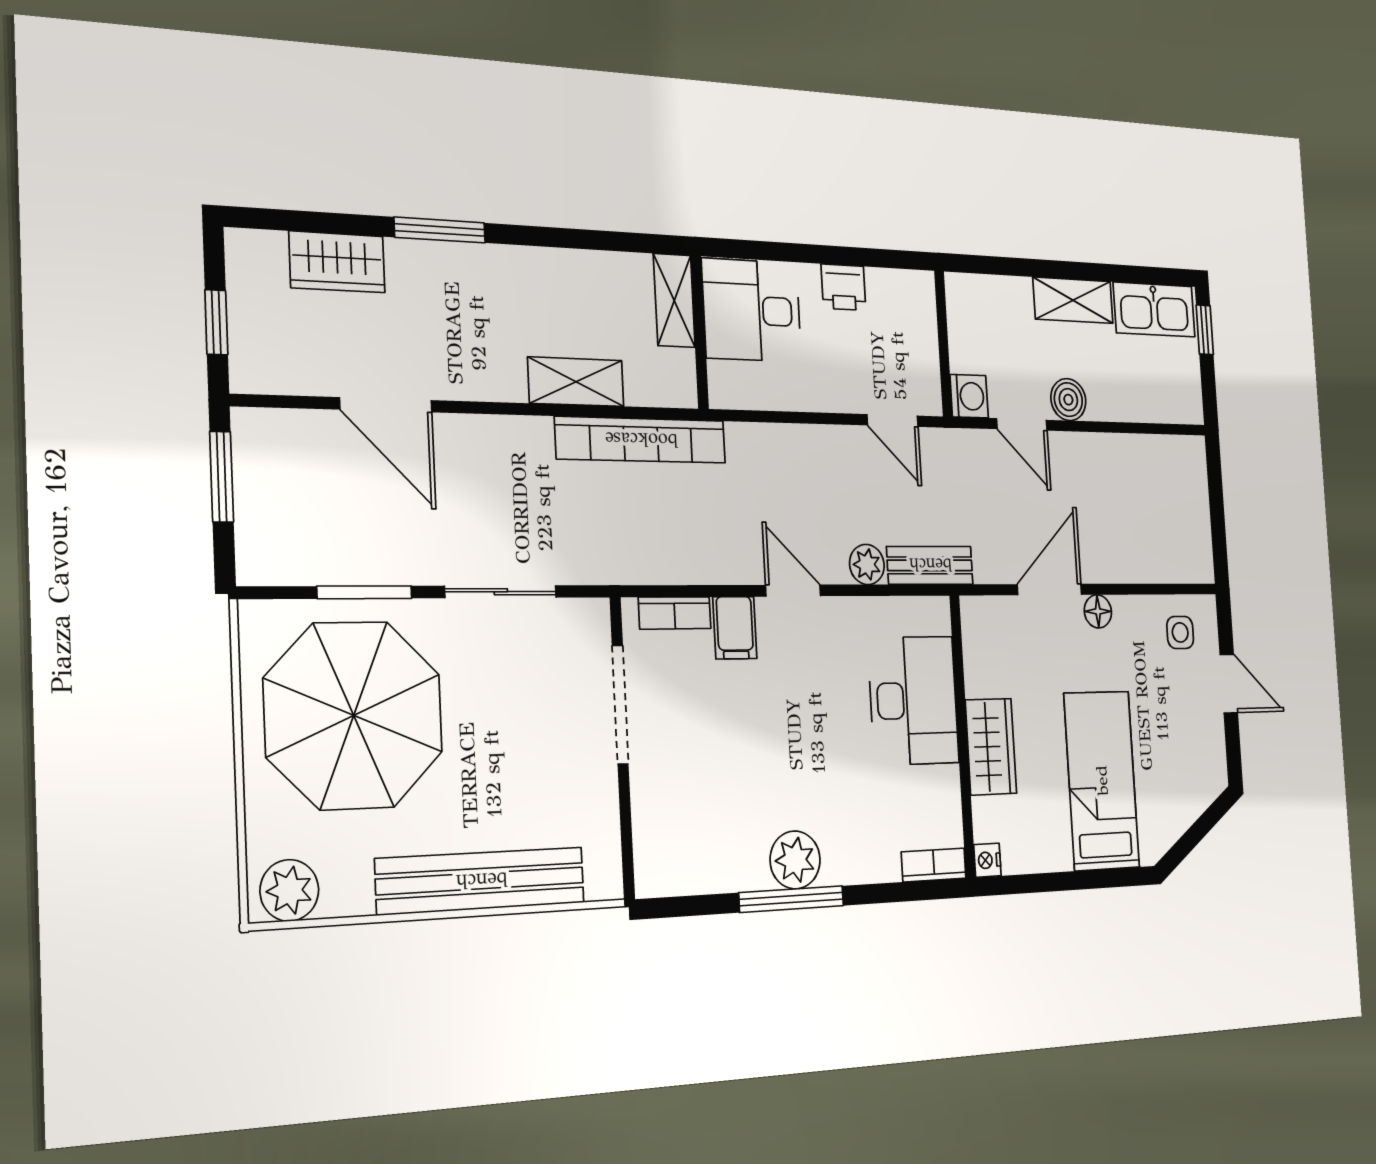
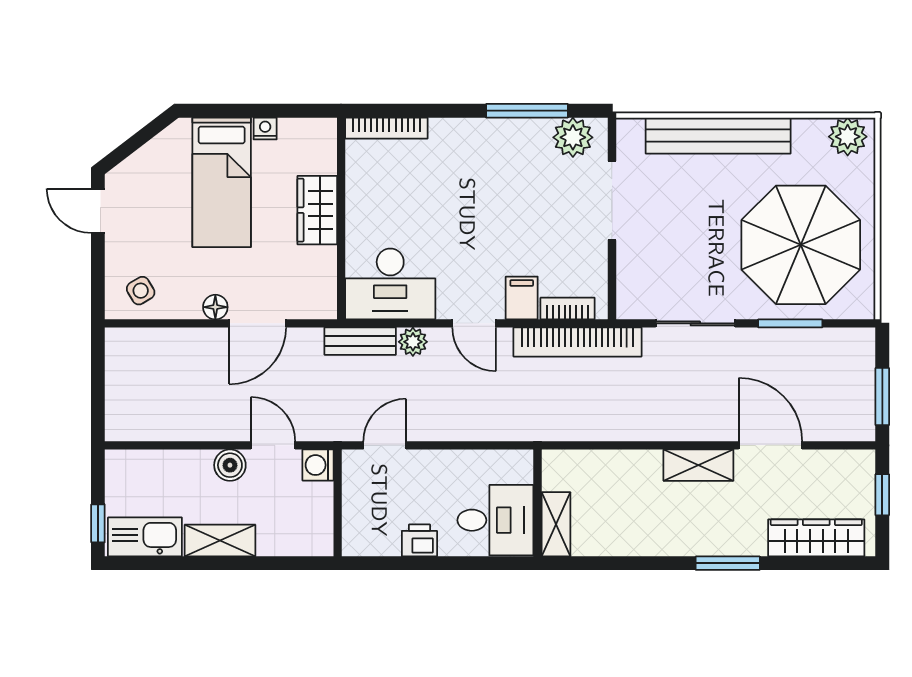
wardrobe: (337, 262) -> (816, 538), width x1.50
shelving: (576, 382) -> (698, 465), moved
door: (893, 421) -> (385, 445), hinge flipped
bookcase: (641, 440) -> (578, 342), moved, turned 180
side table: (1180, 632) -> (141, 291), turned -31
door: (1229, 684) -> (98, 211), moved
desk: (914, 700) -> (390, 284), moved, turned -90
doorway: (620, 705) -> (612, 201), moved
plant: (795, 860) -> (573, 137), moved
nightstand: (987, 860) -> (265, 128), moved, turned -90
bookcase: (934, 865) -> (386, 128), width x1.56
window: (791, 899) -> (527, 111), moved

